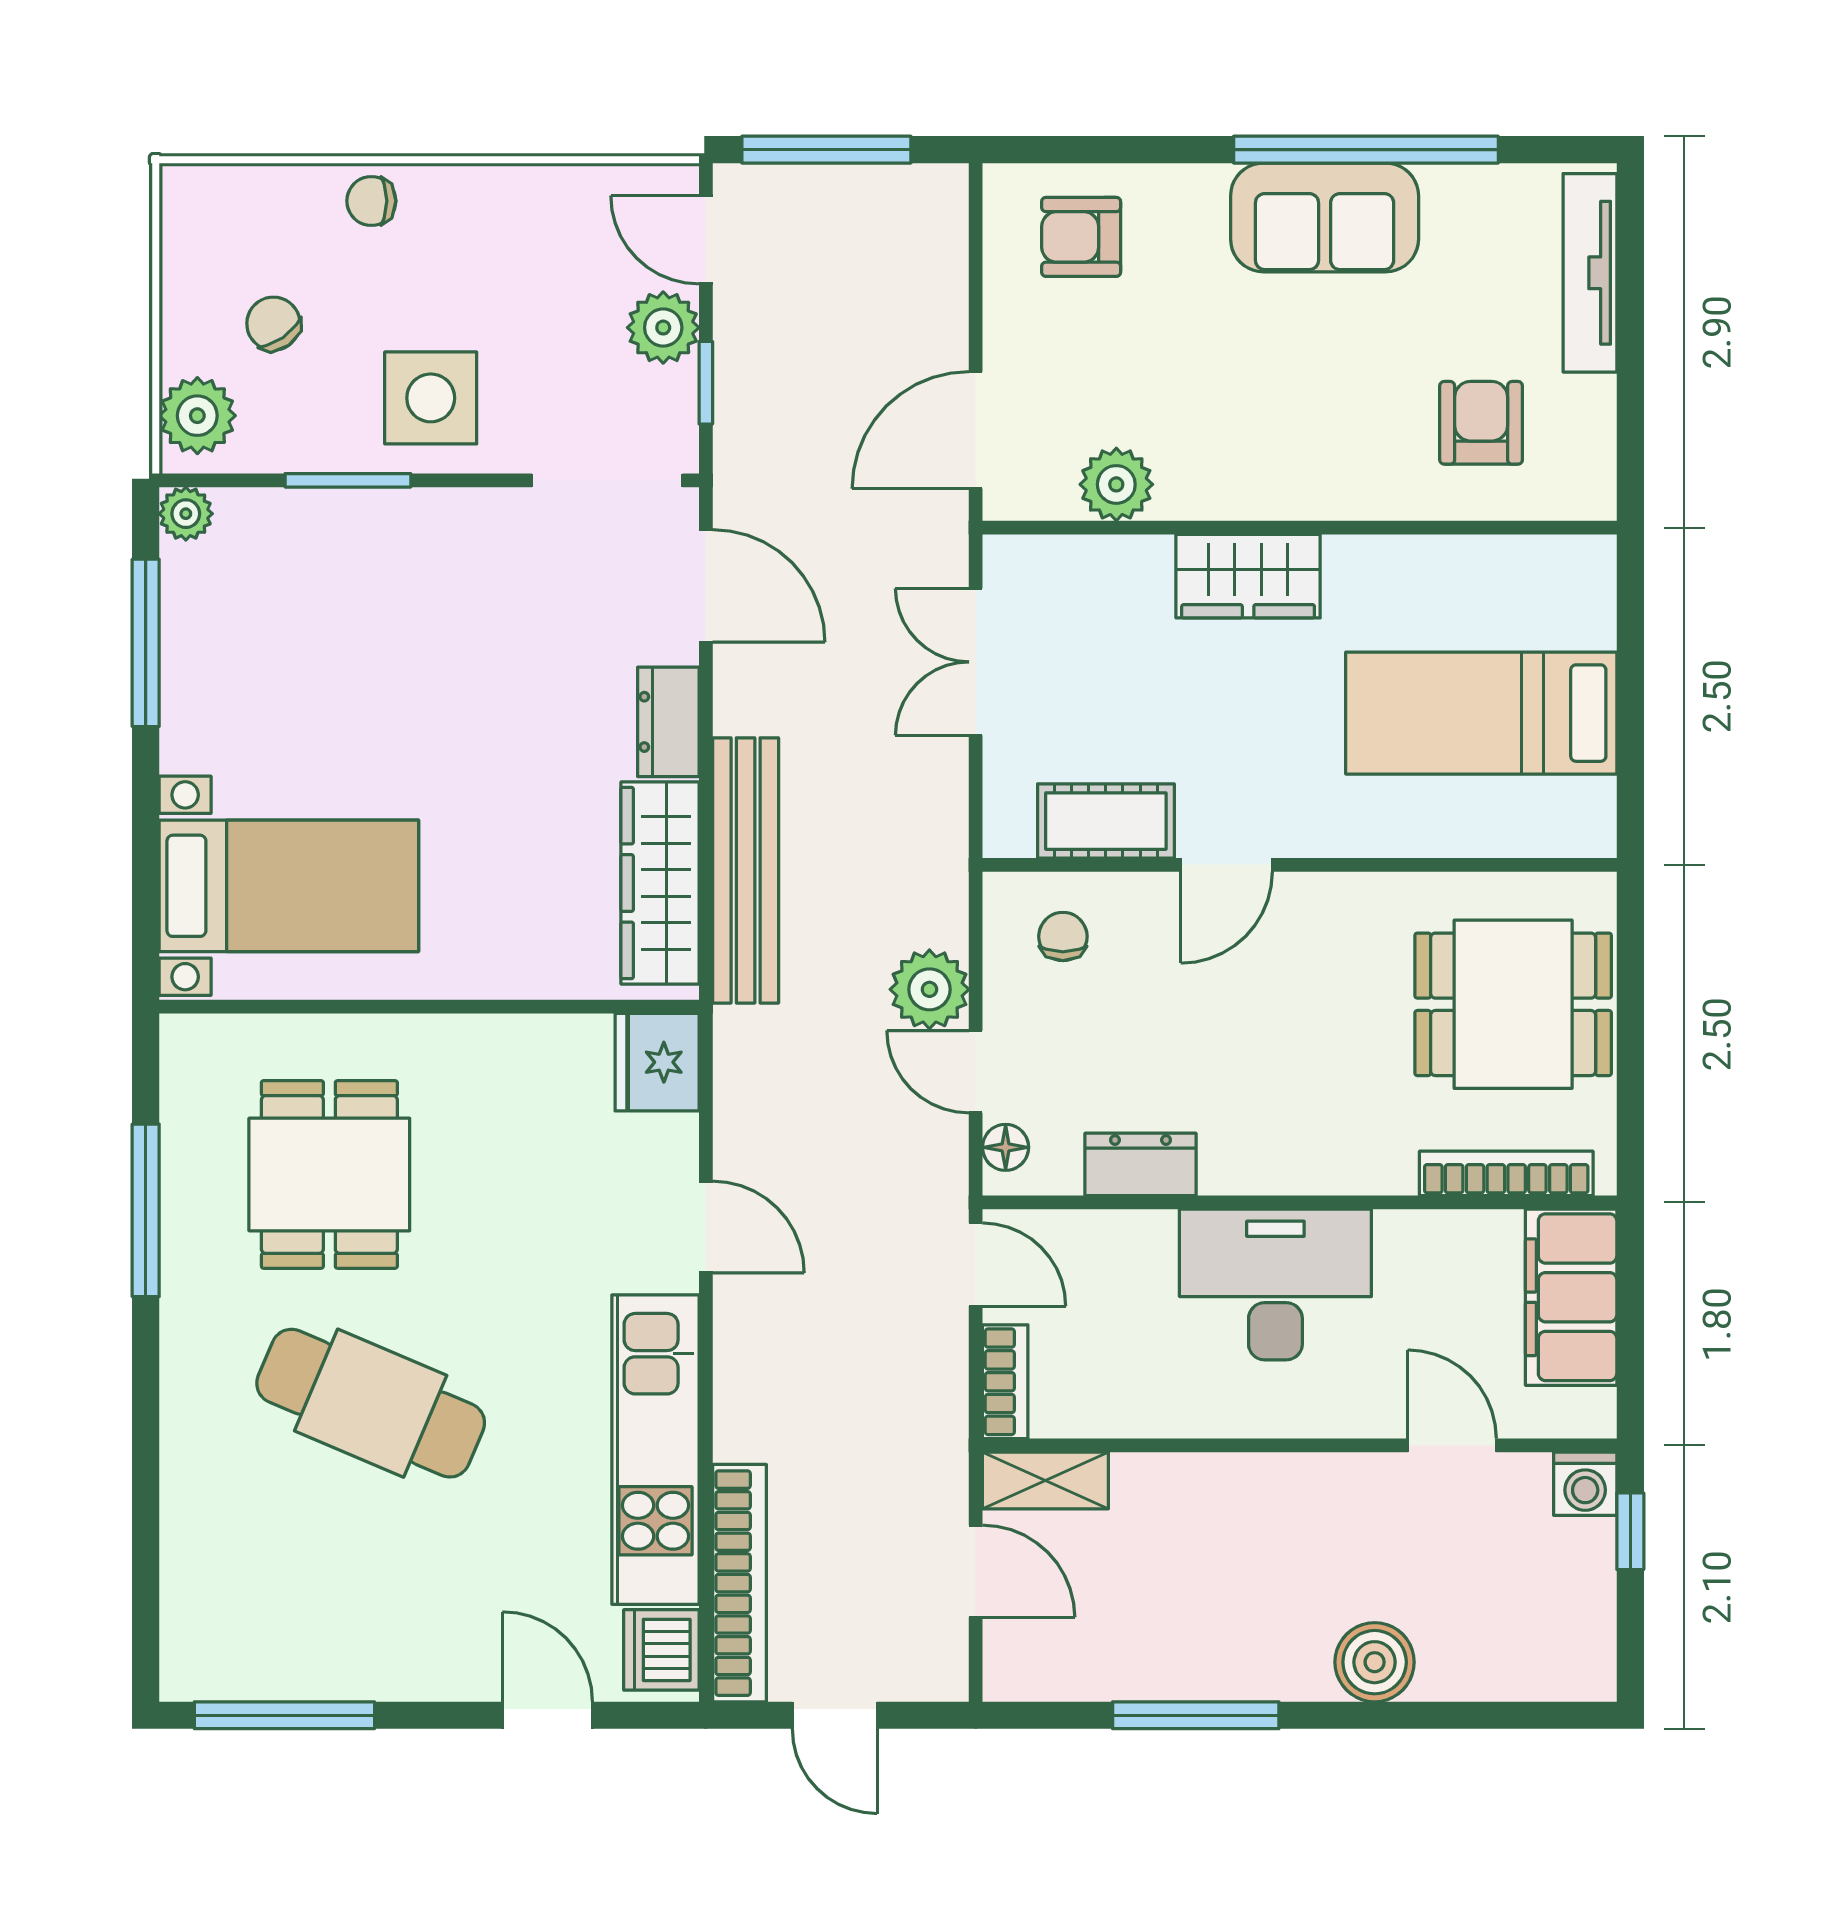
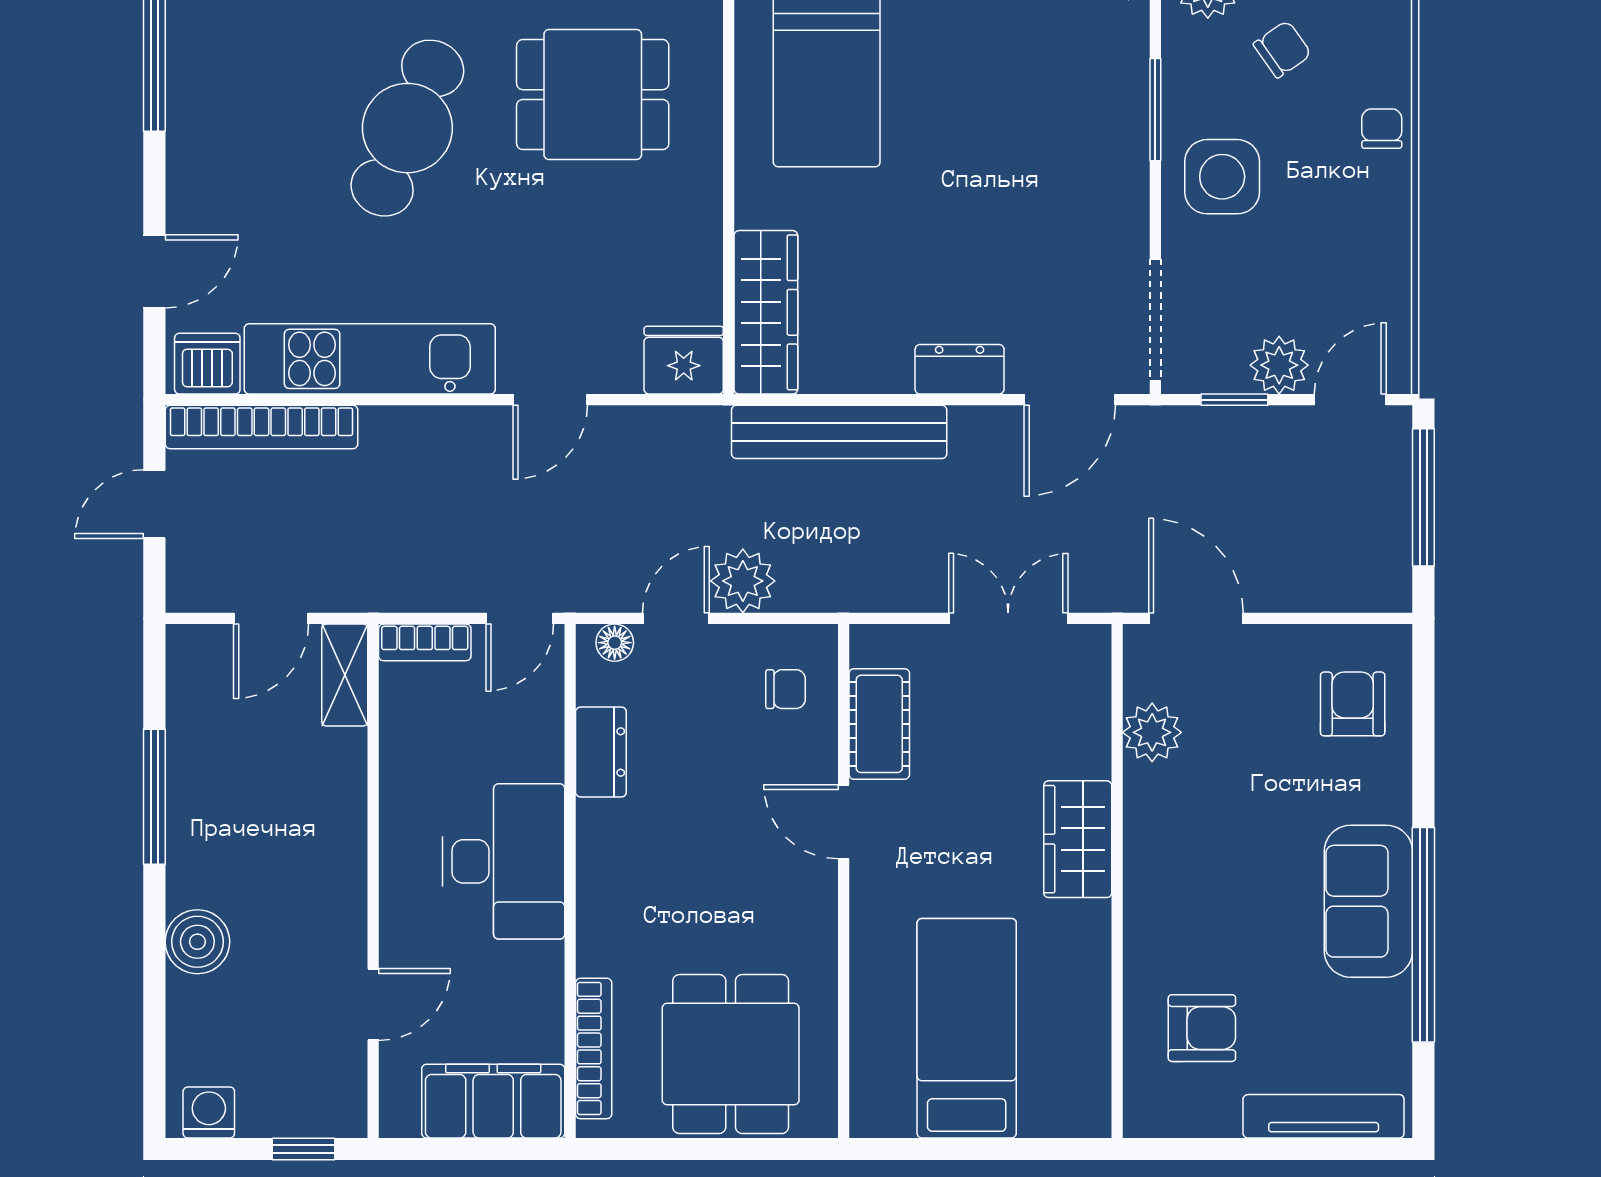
wardrobe: (660, 883) -> (766, 312), moved, turned 90
washing machine: (1585, 1484) -> (209, 1112), moved, turned 90

